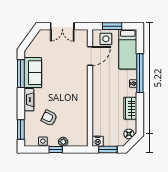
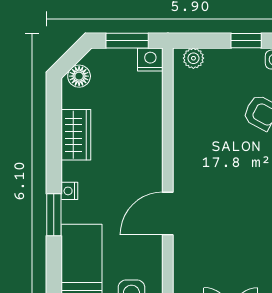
door: (90, 56) -> (168, 213), moved
window: (140, 73) -> (54, 215), width x0.47
plant: (63, 142) -> (193, 58), moved

